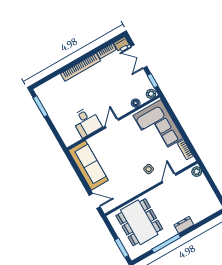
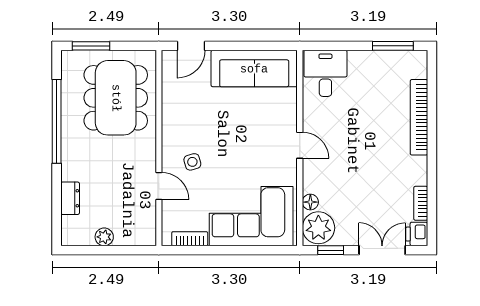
bookcase: (80, 67) -> (419, 117), moved
plant: (151, 94) -> (318, 228), width x1.88, depth x1.88
desk: (86, 122) -> (325, 73), moved, turned 90
plant: (197, 172) -> (104, 237), moved
dining table: (139, 222) -> (116, 98), turned 90
dresser: (184, 225) -> (70, 198), moved
window: (166, 243) -> (57, 121), width x1.46

